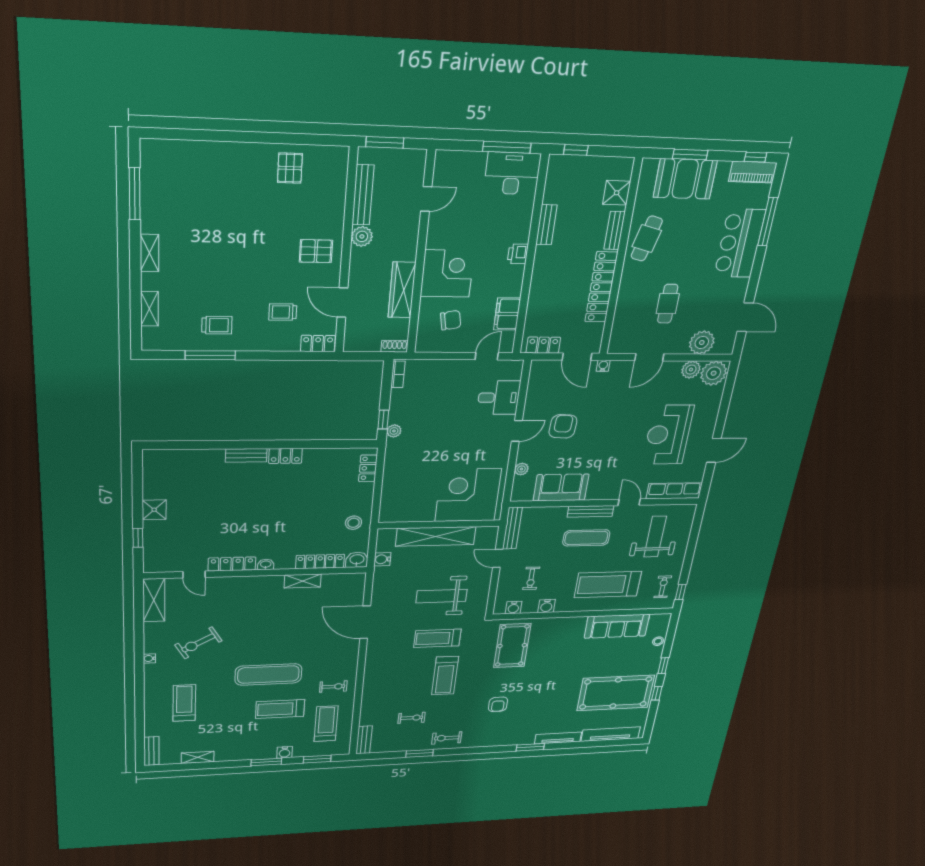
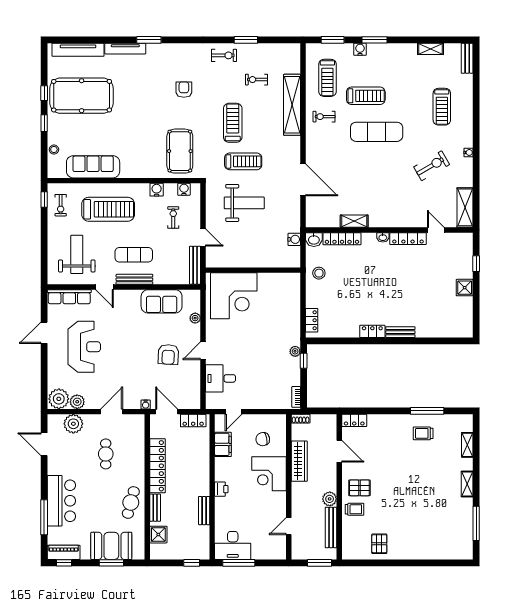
trolley: (283, 312) -> (355, 509), moved
shelving: (436, 536) -> (292, 105), moved, turned 90
weight bench: (655, 537) -> (77, 254), turned 180
bench: (364, 740) -> (295, 58), removed

